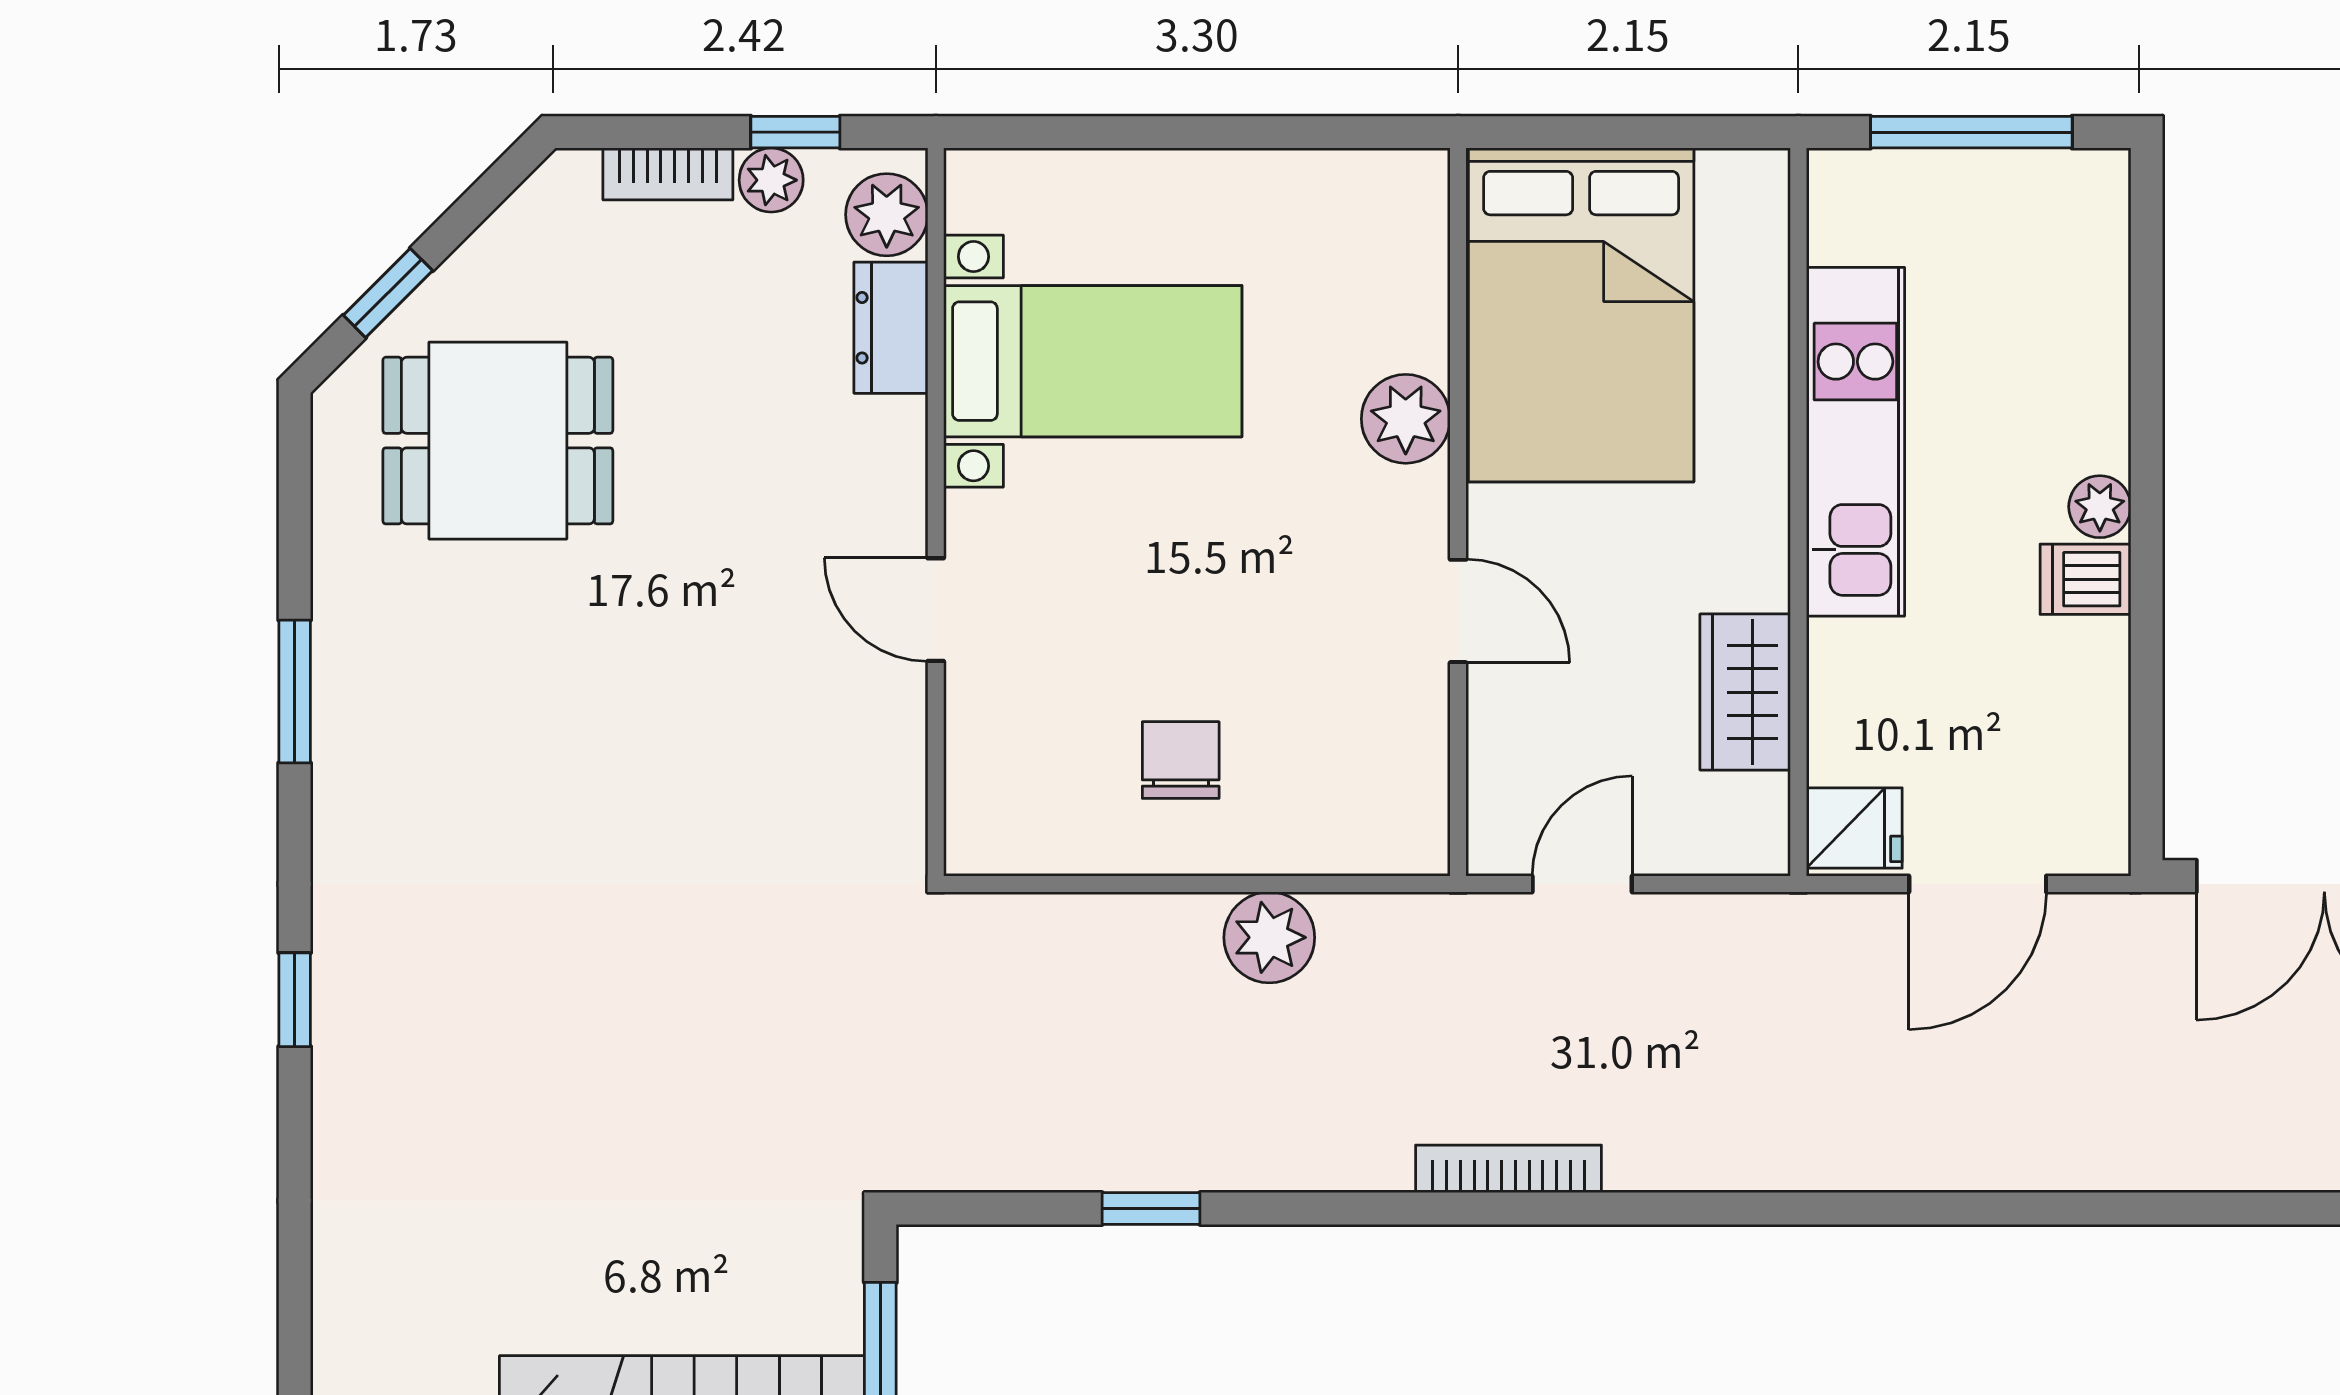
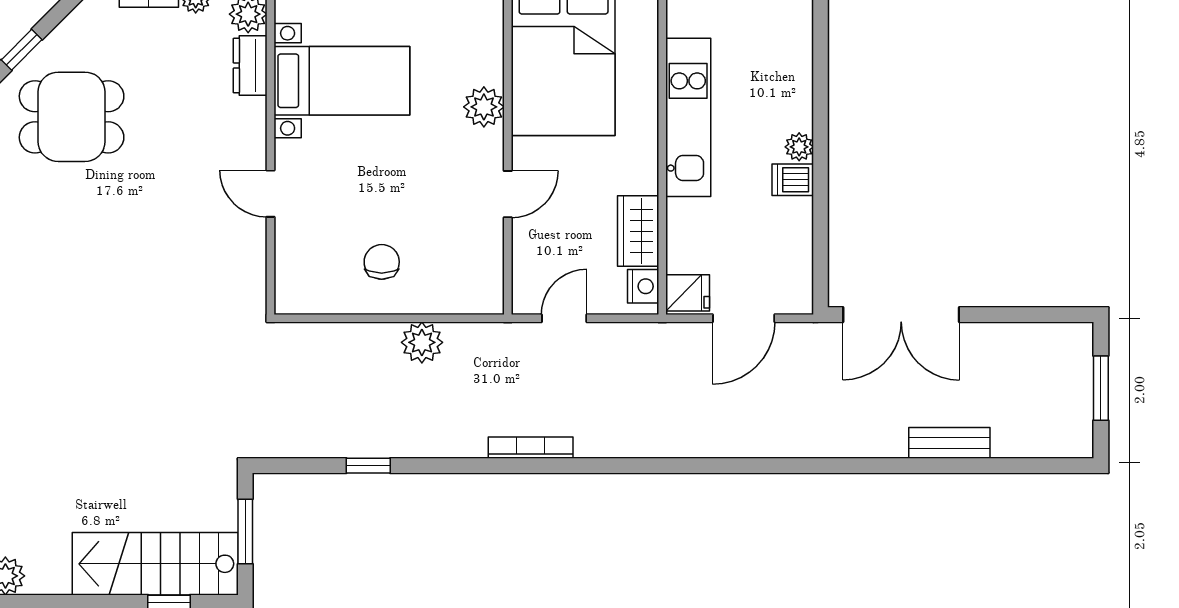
door: (1458, 611) -> (508, 194), hinge flipped
nightstand: (1756, 814) -> (643, 286), added

